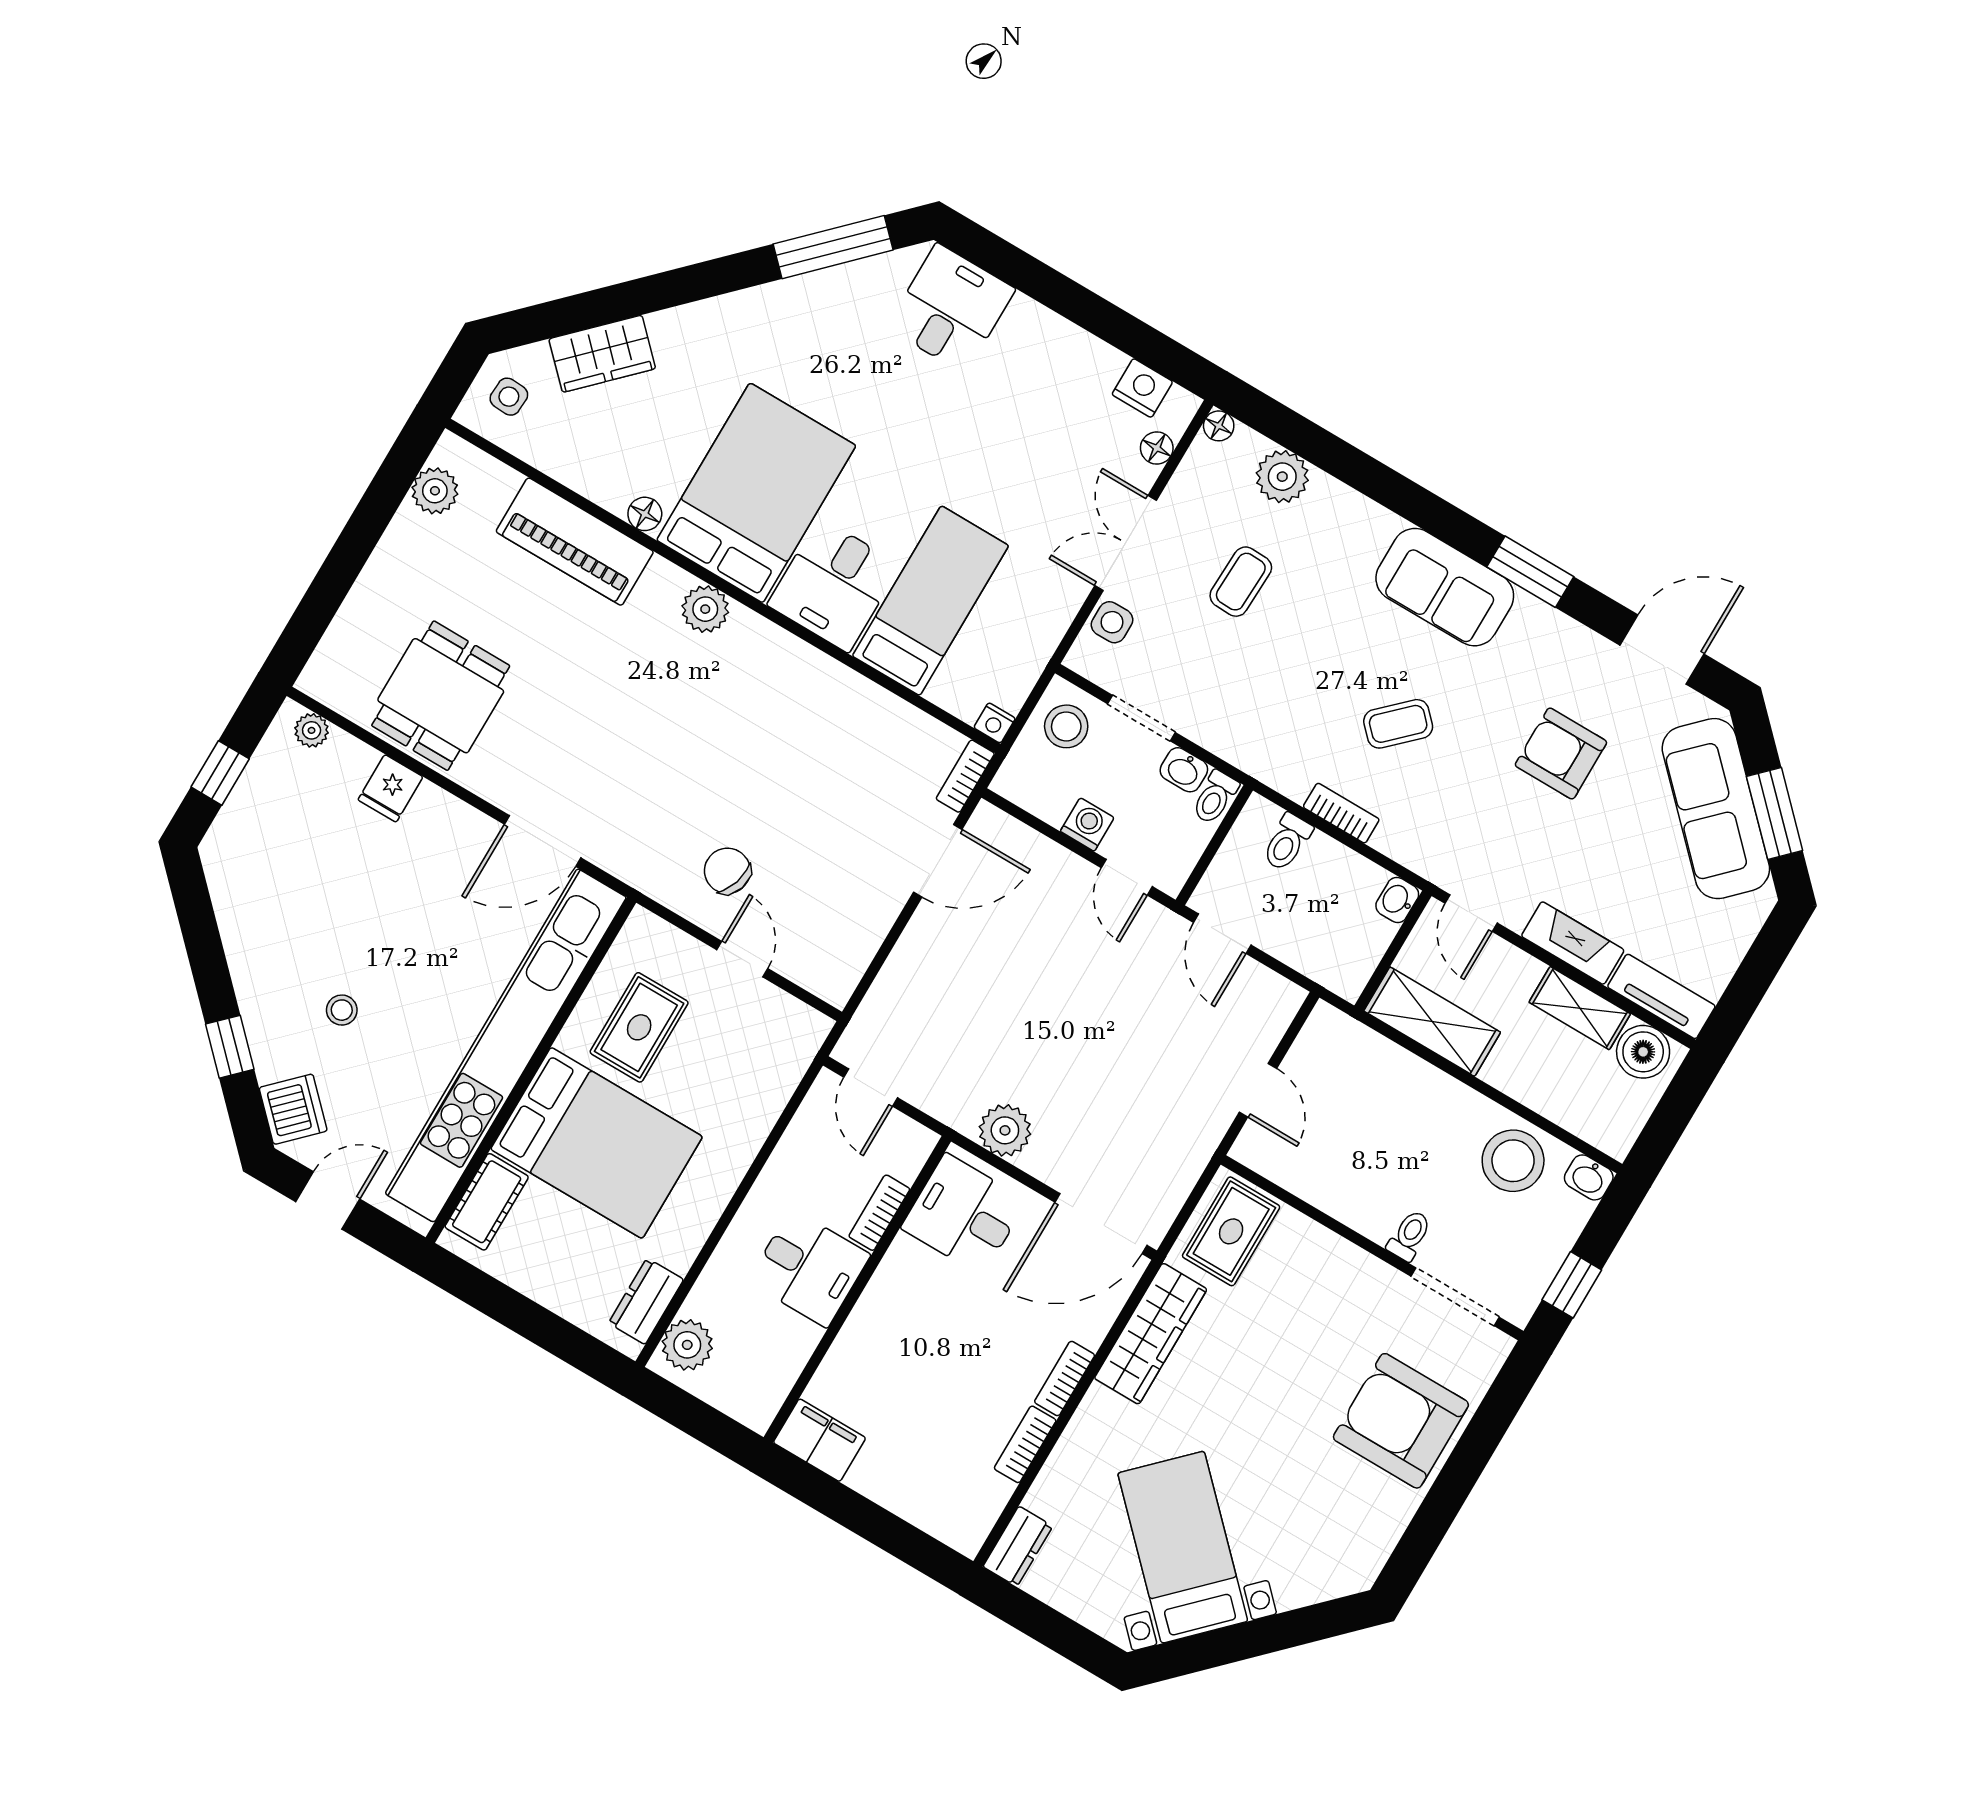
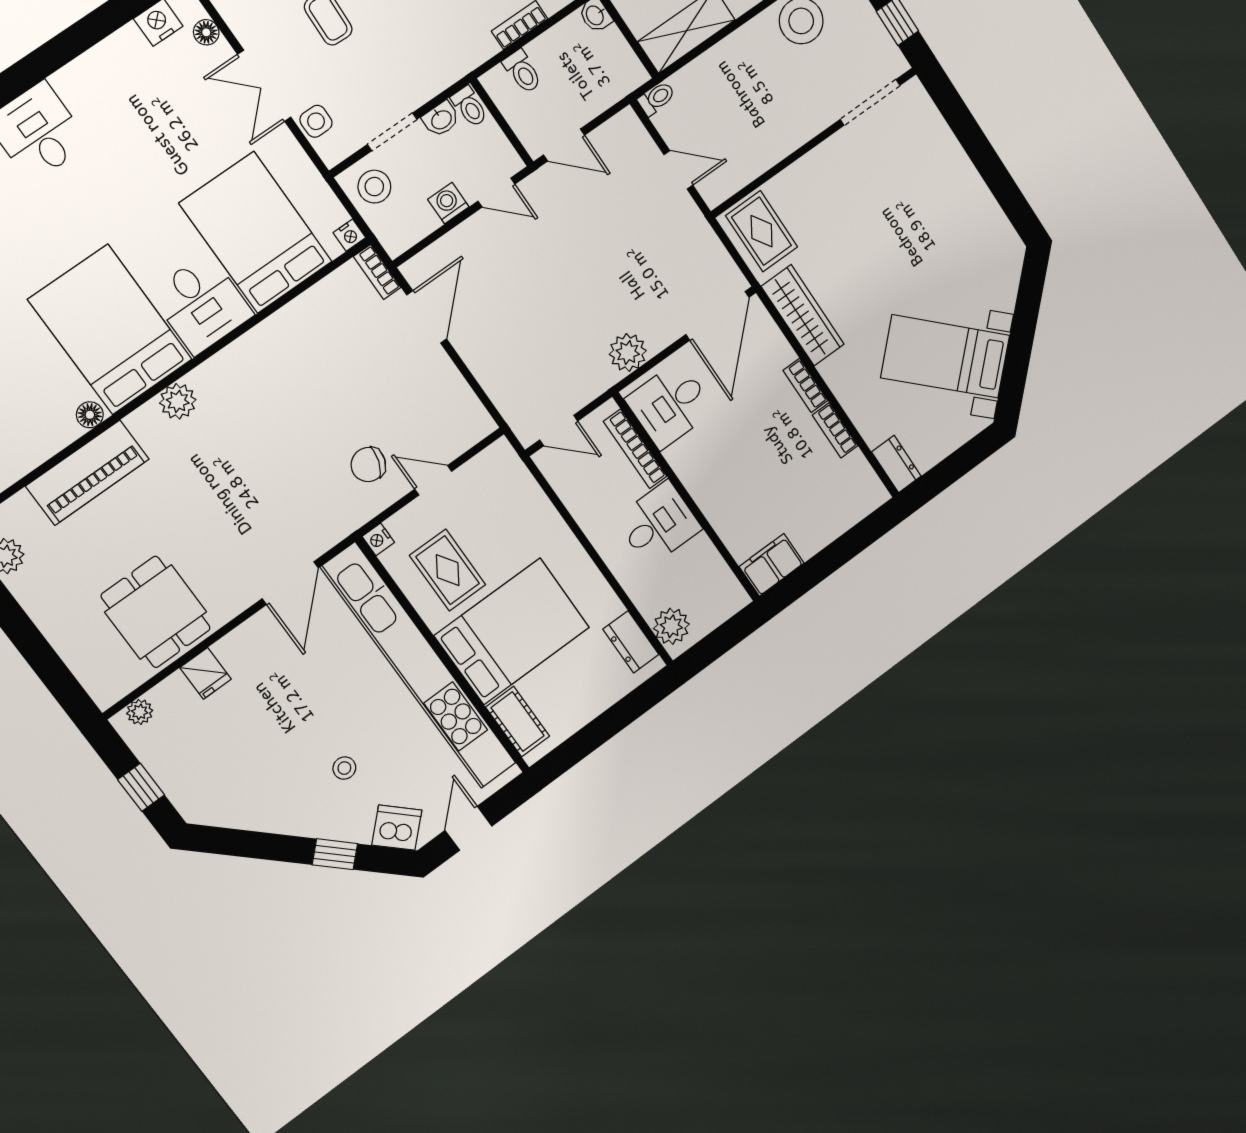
bed: (930, 601) -> (256, 232), width x1.50
nightstand: (641, 924) -> (378, 539), added
bookcase: (879, 1213) -> (635, 449), width x1.56
toilet: (1409, 1235) -> (657, 98), moved, turned 90
armchair: (1401, 1421) -> (932, 176), removed

